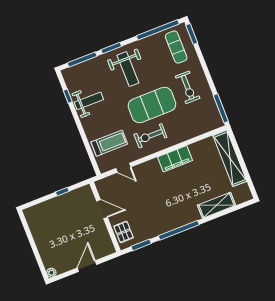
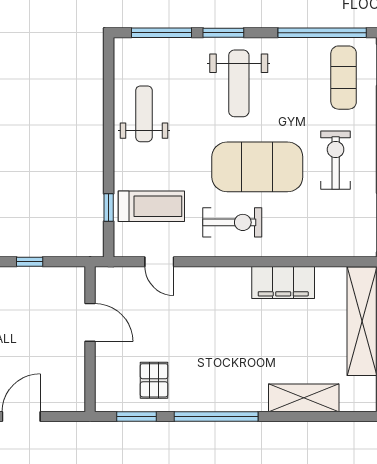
exercise bike: (188, 87) -> (336, 160), turned 180
window: (68, 96) -> (109, 207), moved
weight bench: (89, 101) -> (144, 114), turned -90
exercise bike: (150, 136) -> (232, 222), turned 180
filing cabinet: (175, 159) -> (283, 282), moved
pallet: (124, 232) -> (154, 380), moved

